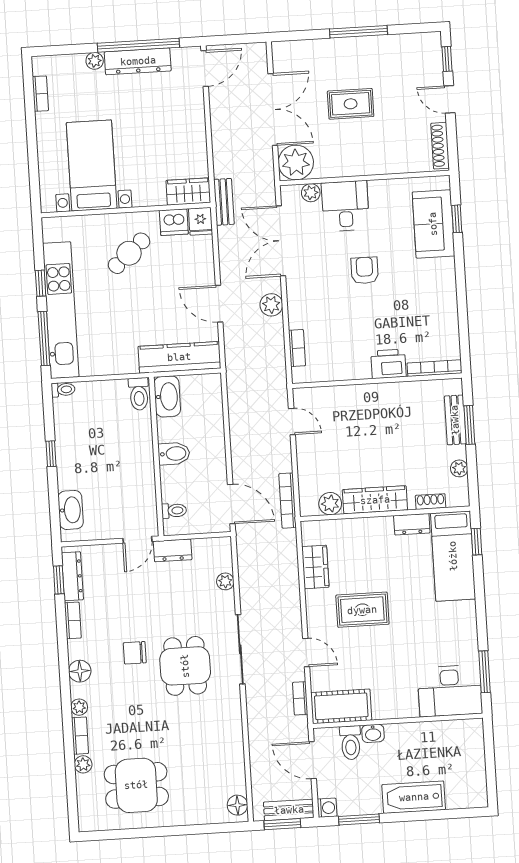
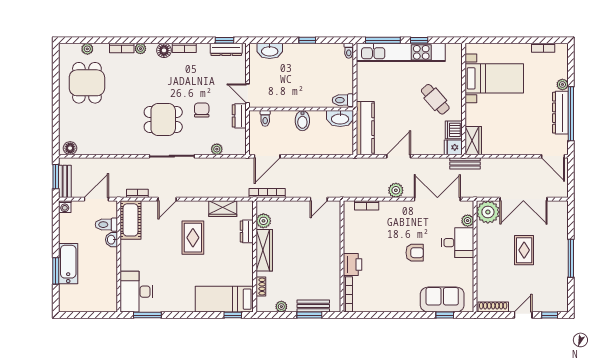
dresser: (412, 524) -> (247, 231), moved
bookcase: (73, 620) -> (184, 48), moved
chair: (135, 653) -> (202, 110), moved
plant: (83, 764) -> (87, 49), moved
window: (359, 819) -> (56, 271), moved

